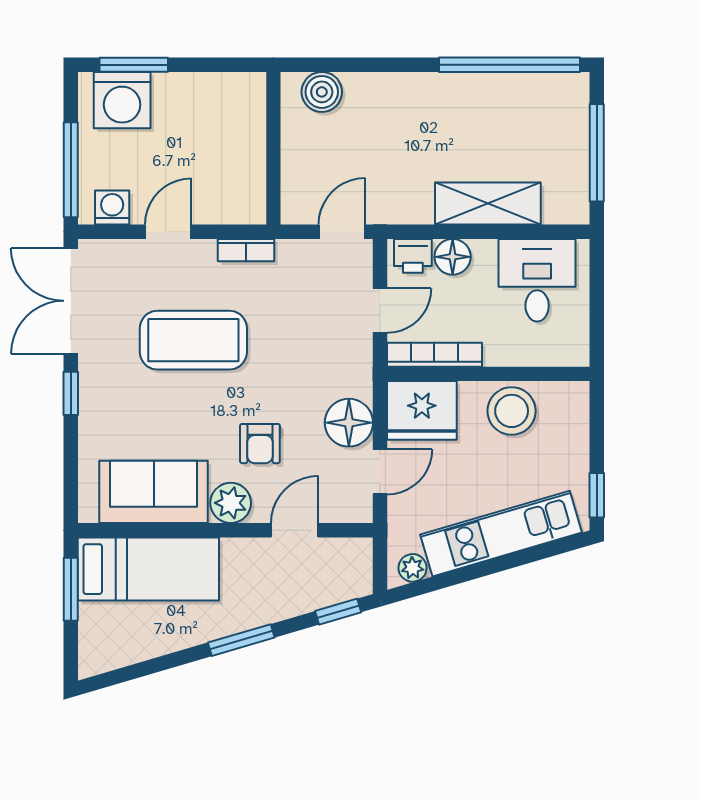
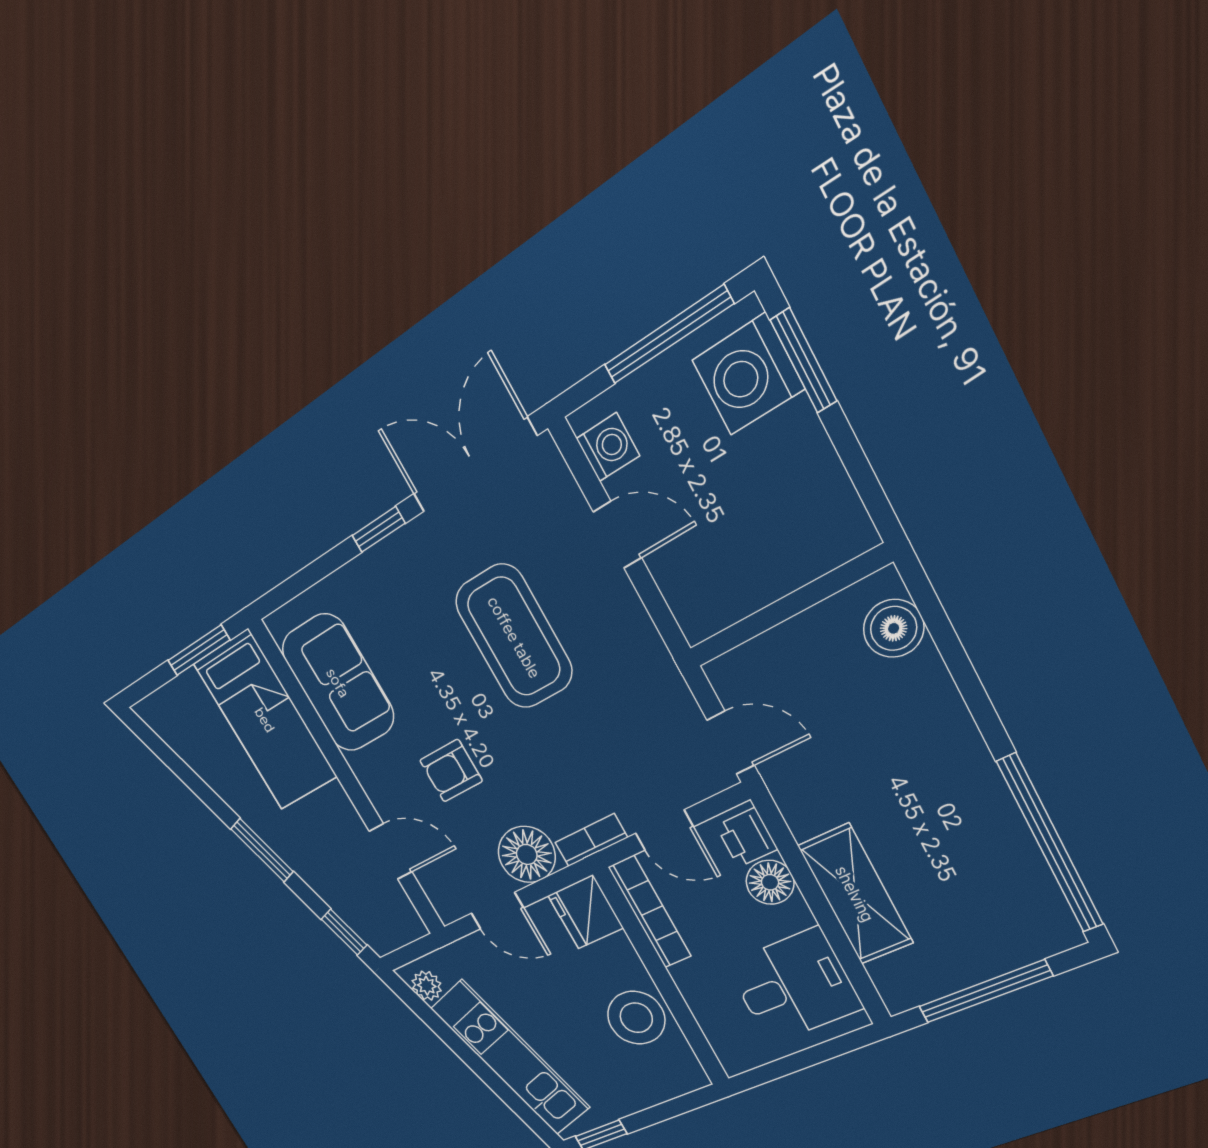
window: (71, 170) -> (668, 335), moved
bookcase: (246, 250) -> (591, 840), moved, turned 90
fridge: (422, 410) -> (586, 912), width x0.73, depth x0.75
plant: (231, 503) -> (376, 771), removed

